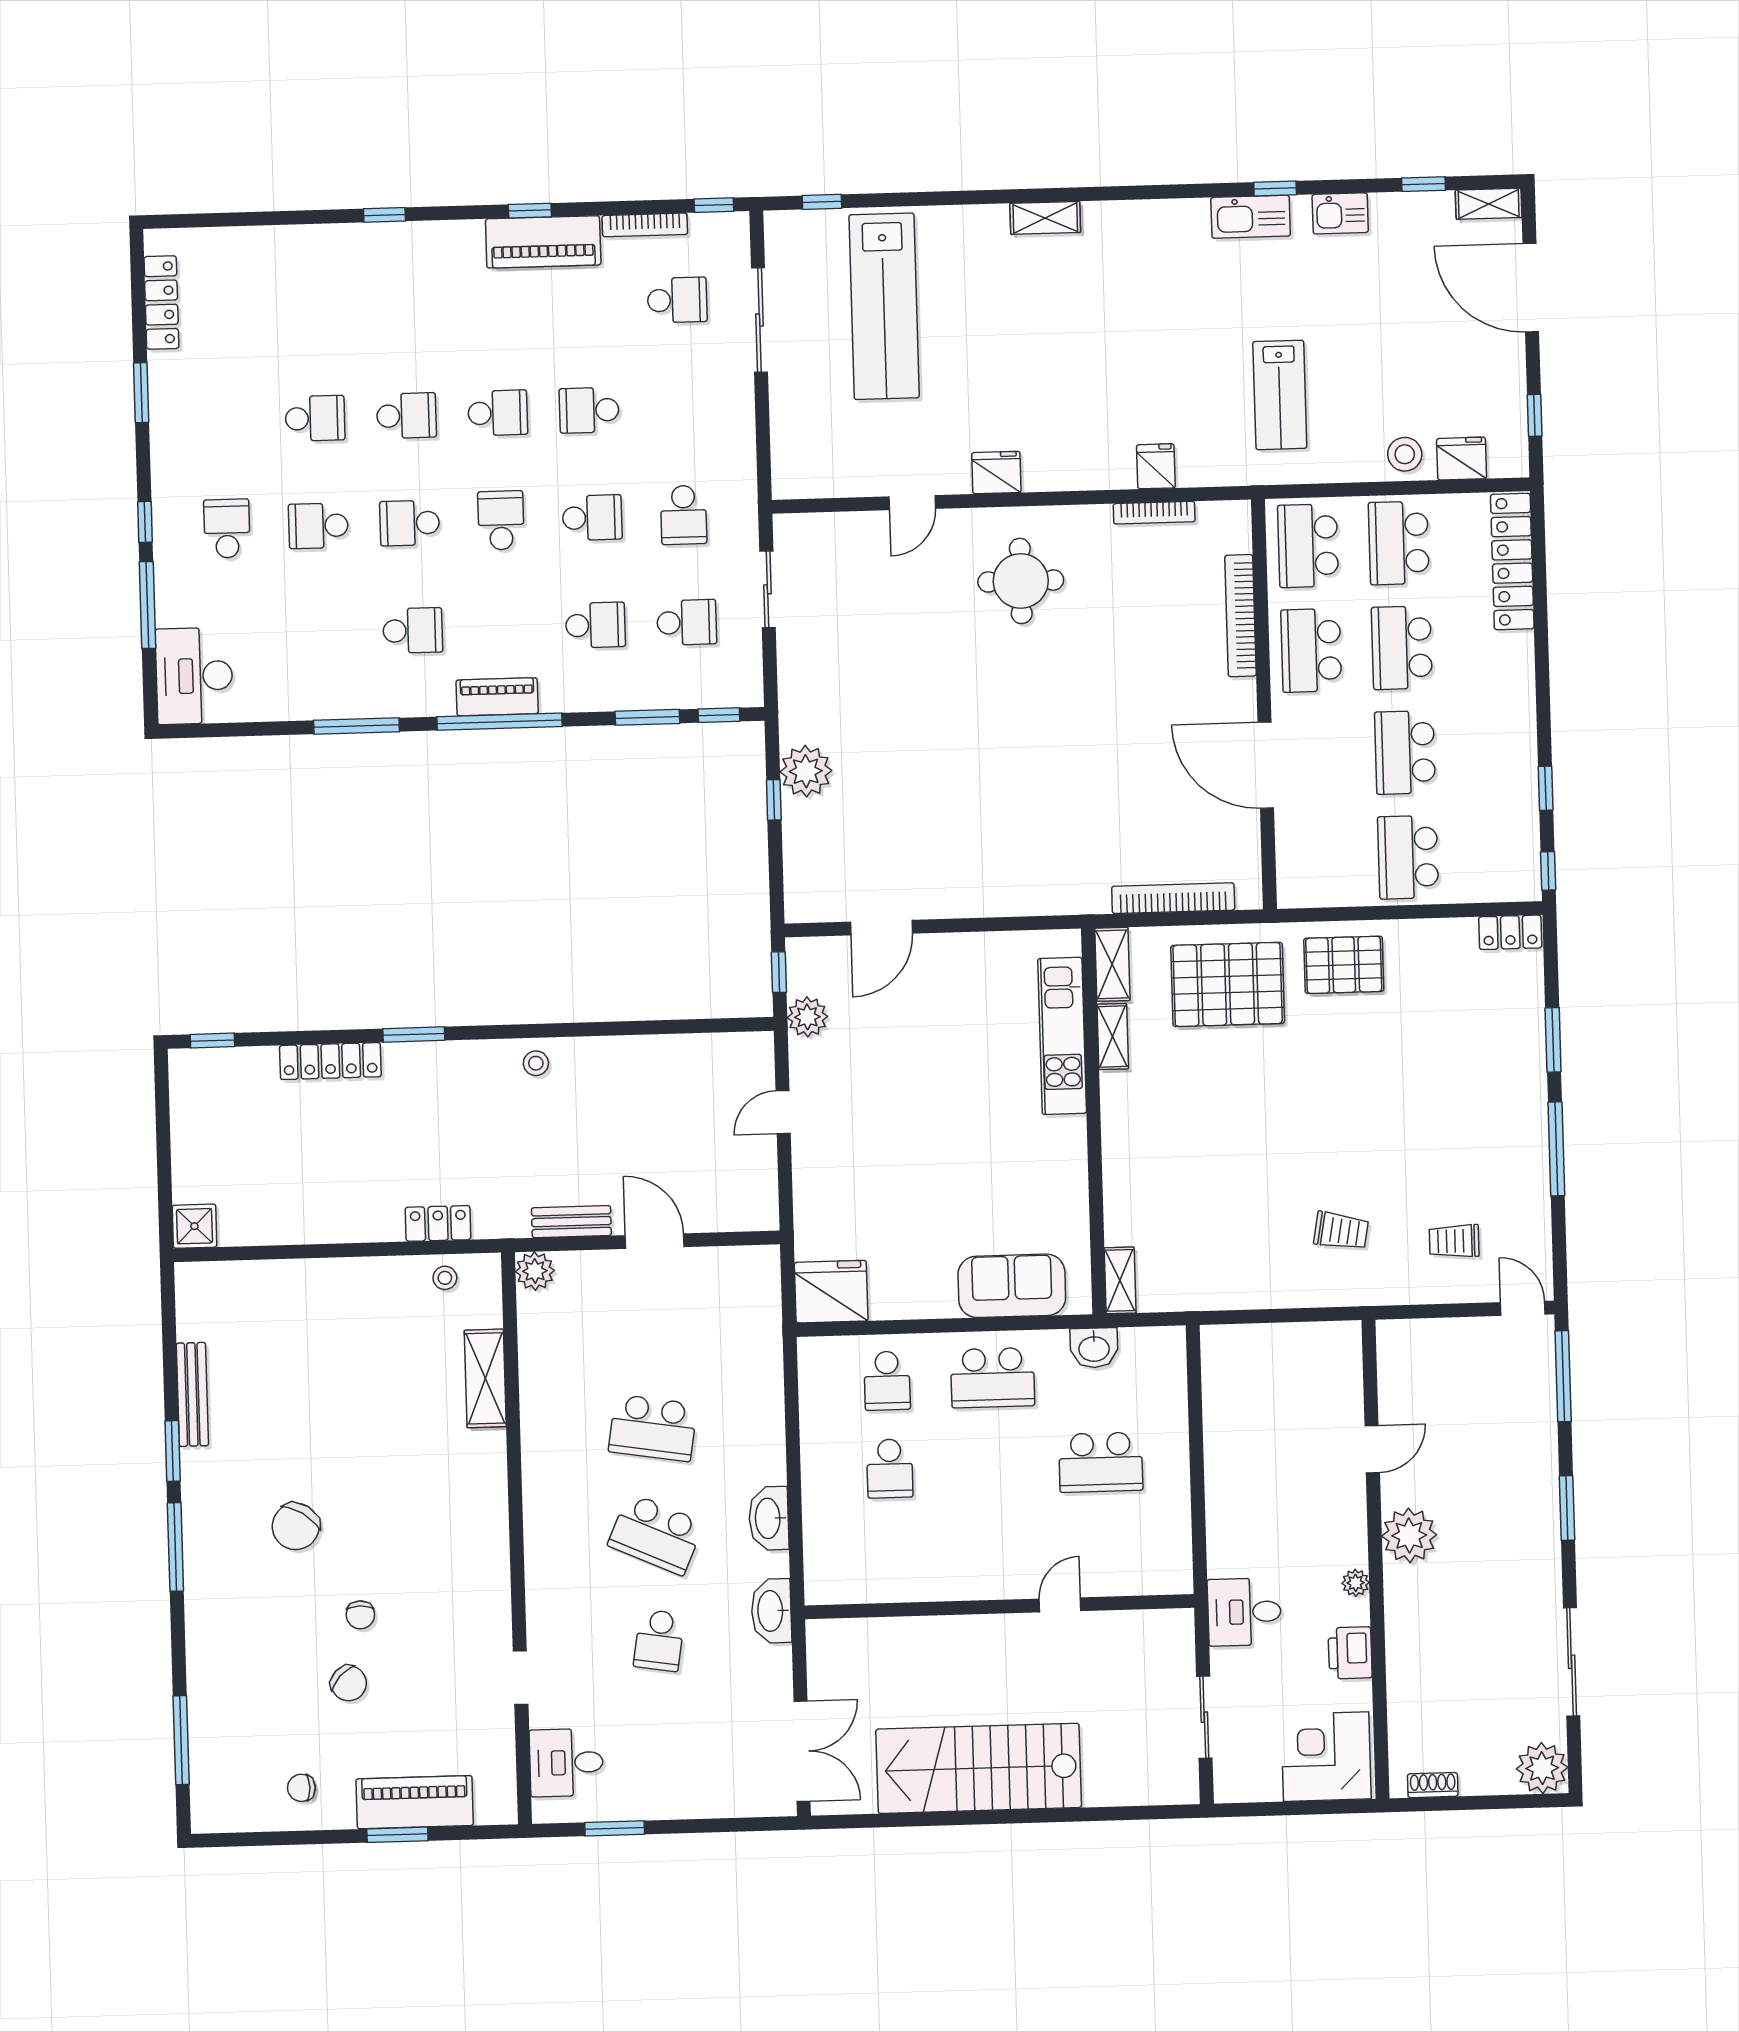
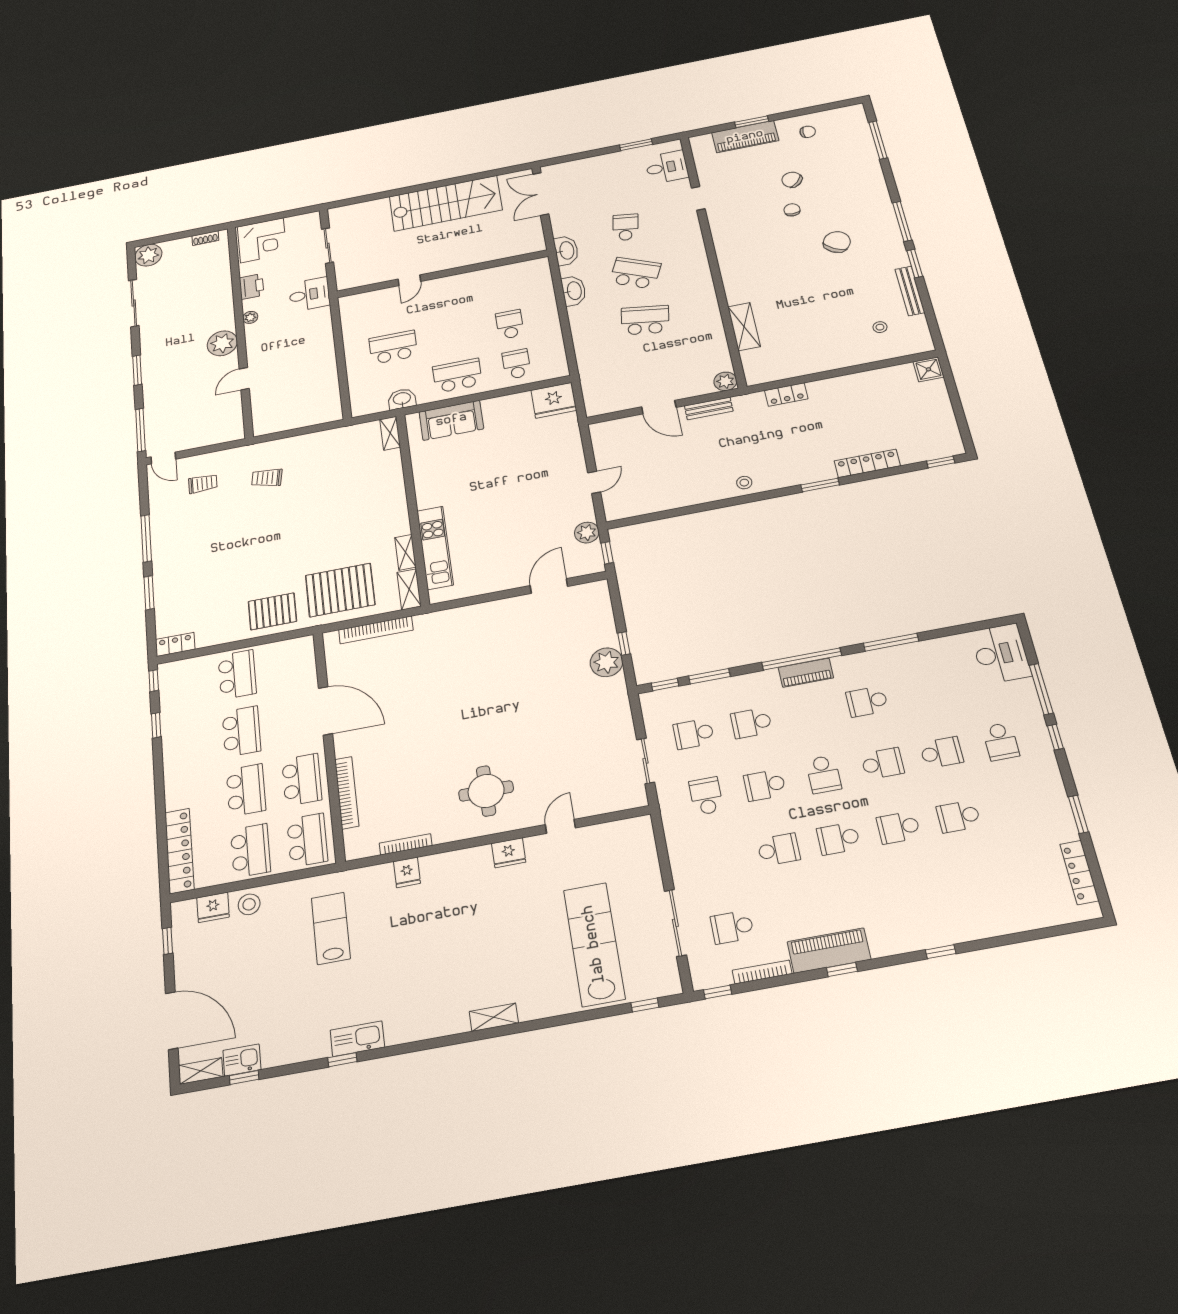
kitchen sink: (1340, 213) -> (242, 1060), moved
stool: (445, 1278) -> (880, 327), moved

